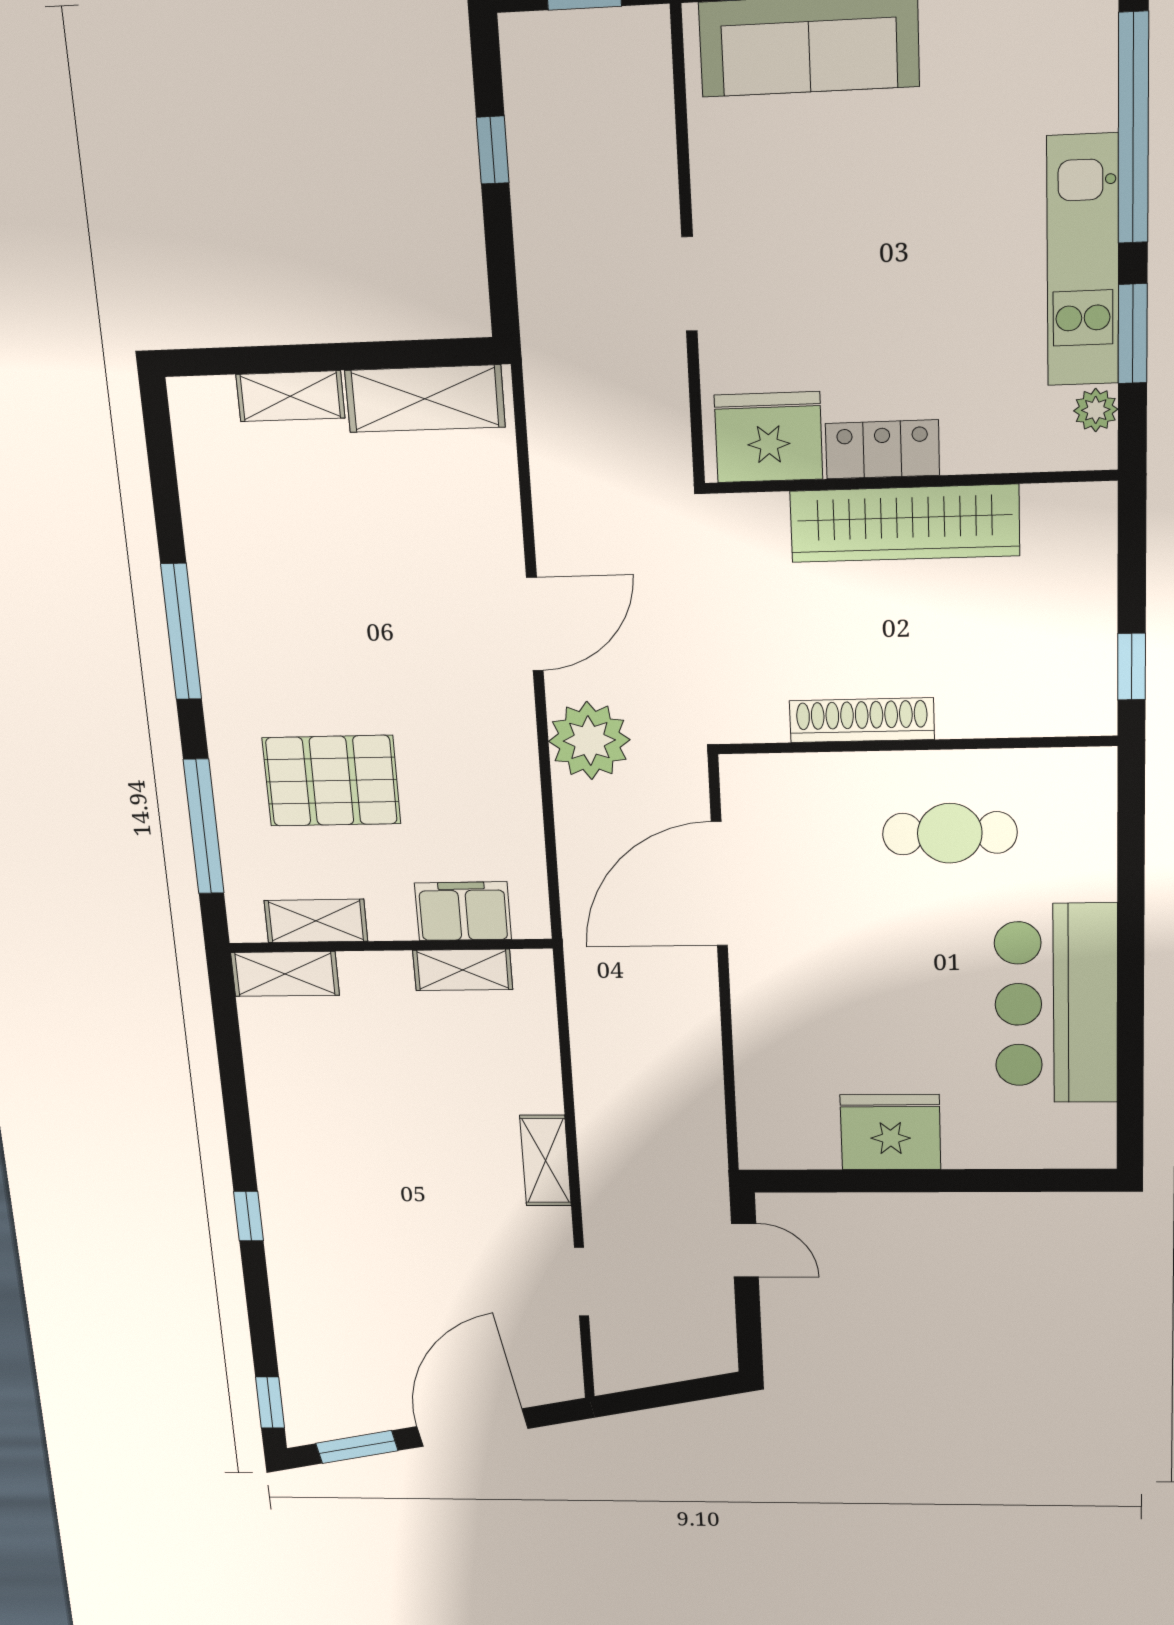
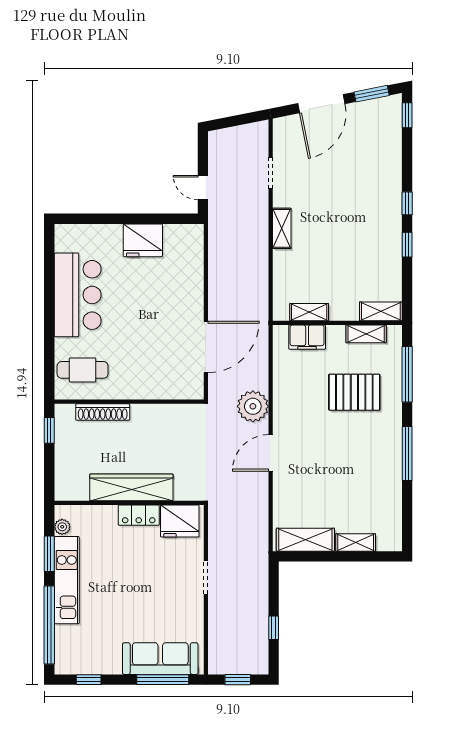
shoe rack: (862, 720) -> (103, 412), moved
cafe table: (950, 833) -> (83, 370), moved
window: (238, 1126) -> (407, 245), added

